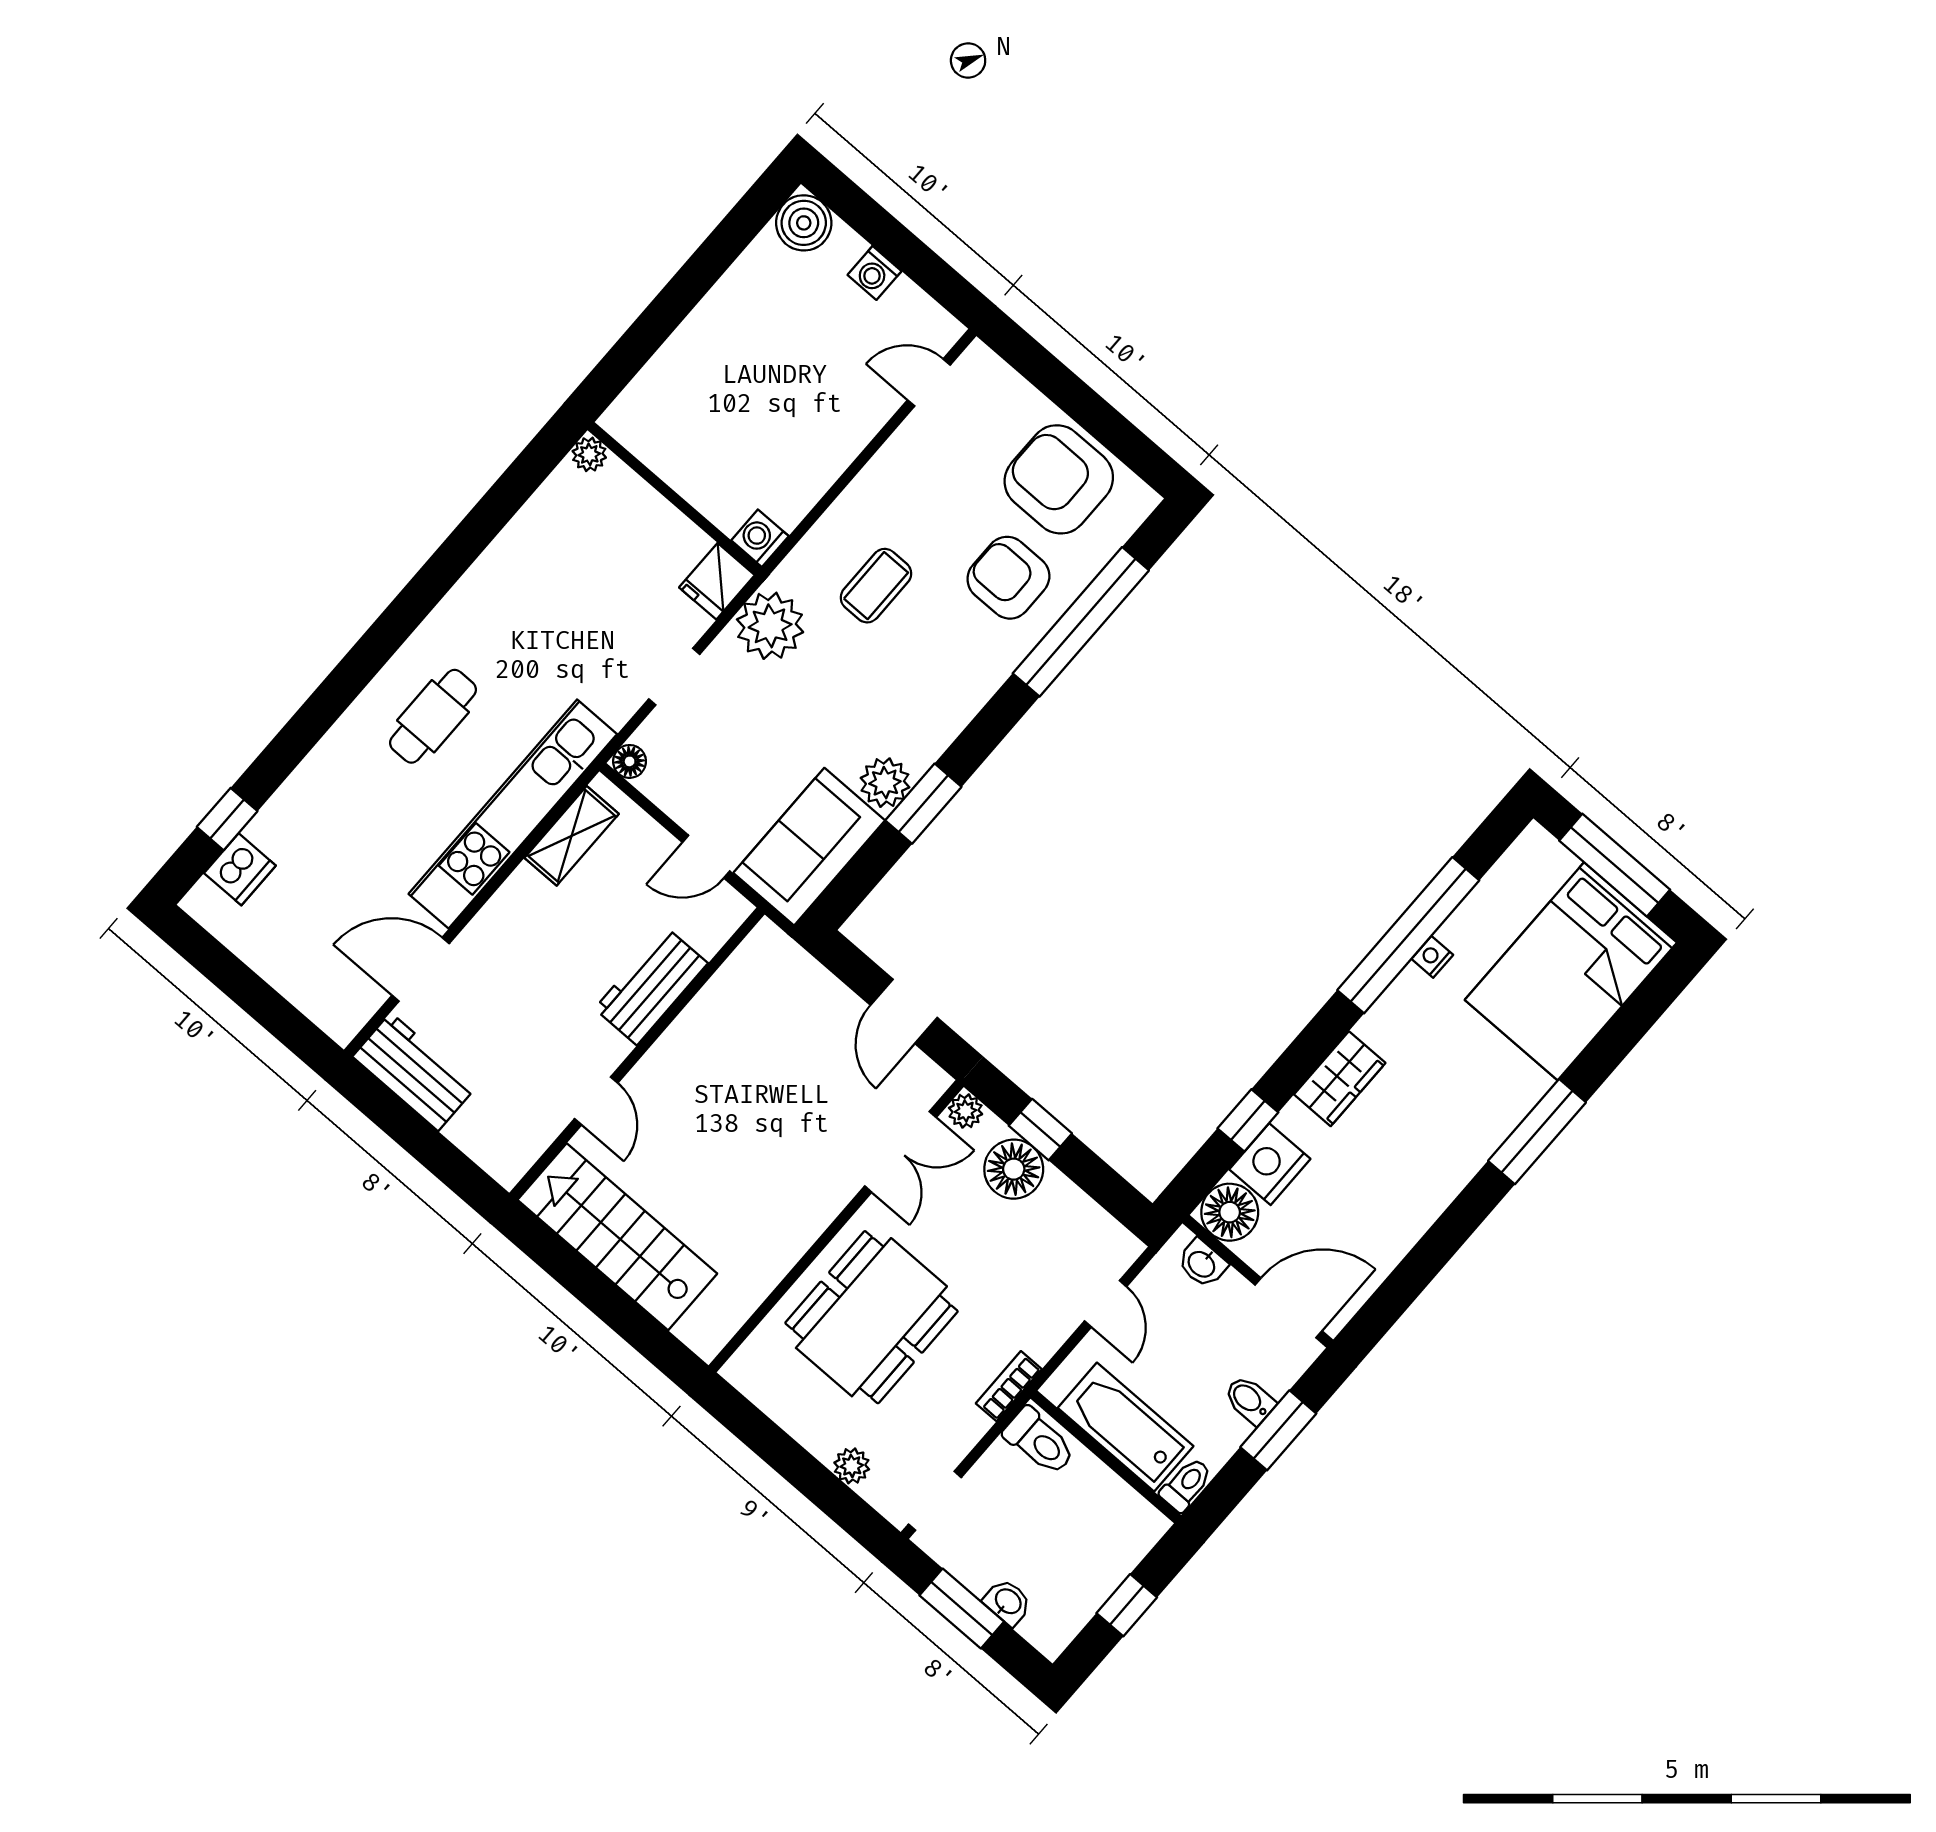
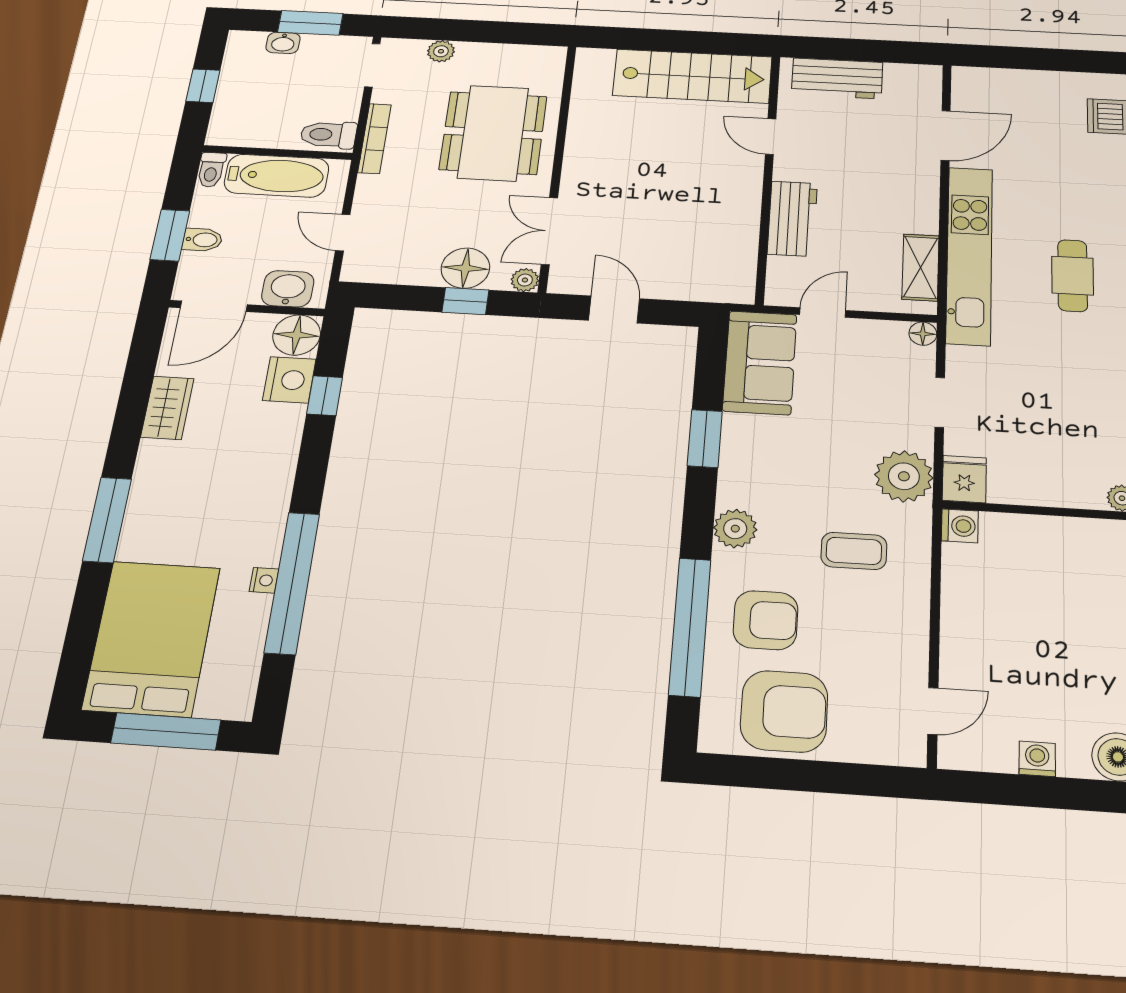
coffee table: (876, 586) -> (854, 551), turned 90
plant: (885, 783) -> (735, 529), moved
workbench: (414, 1072) -> (837, 78), moved
wardrobe: (1340, 1079) -> (167, 408), moved, turned 180
washbasin: (1202, 1264) -> (288, 289), width x1.38, depth x1.45
bookcase: (1009, 1386) -> (375, 138), width x1.56

